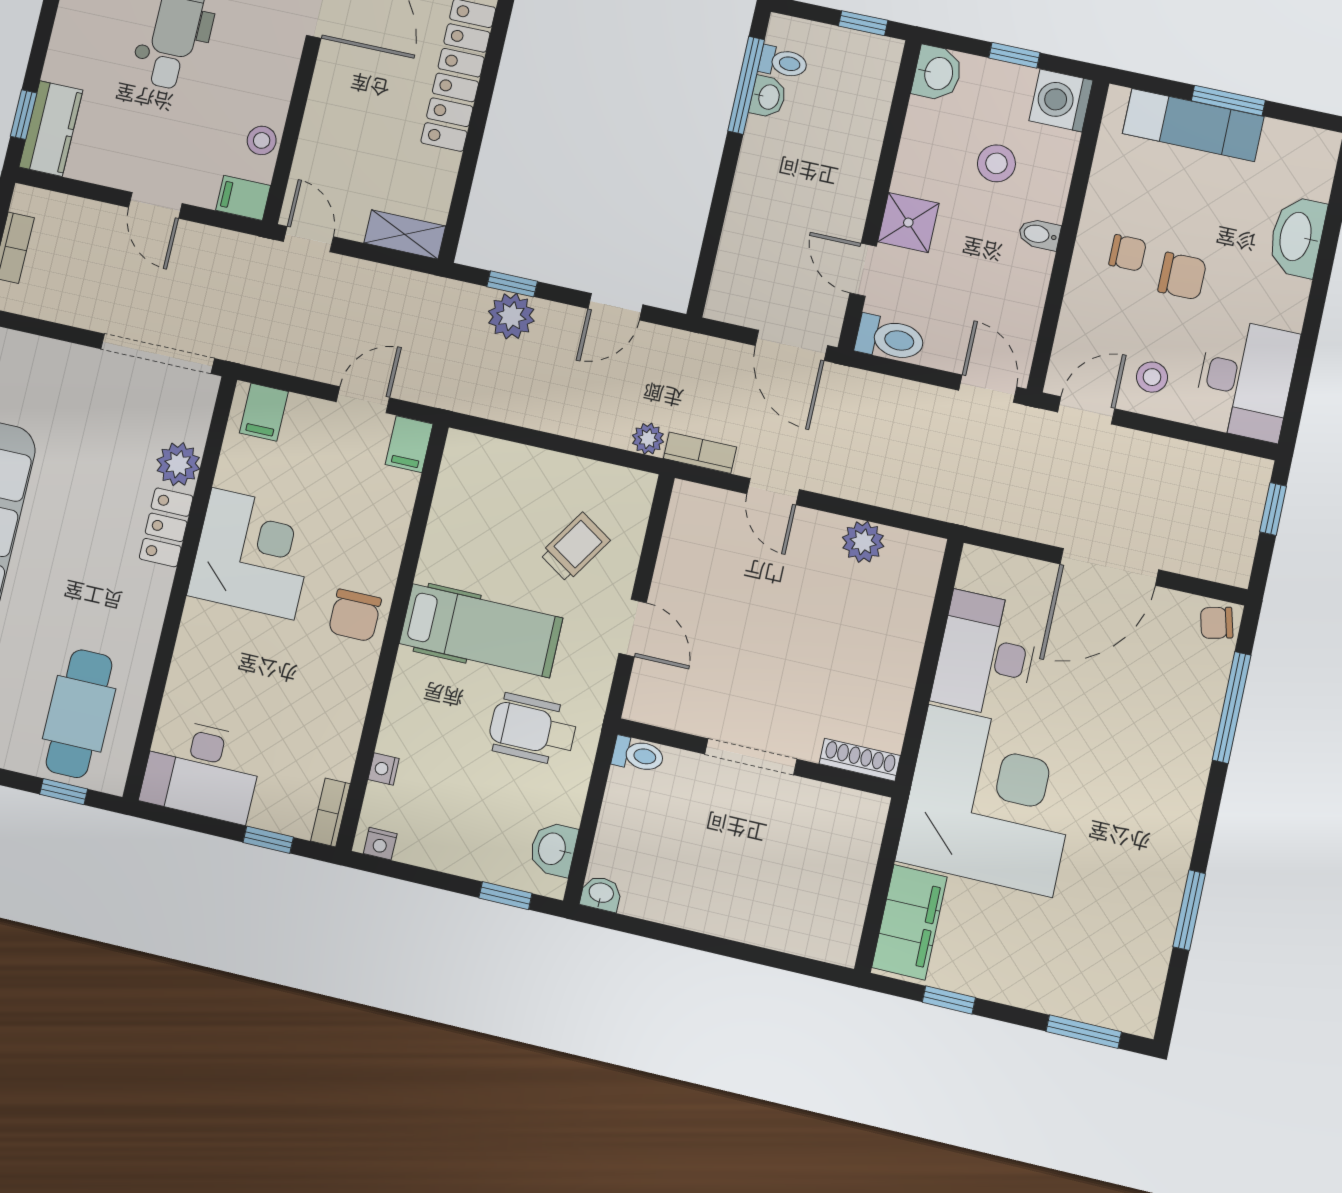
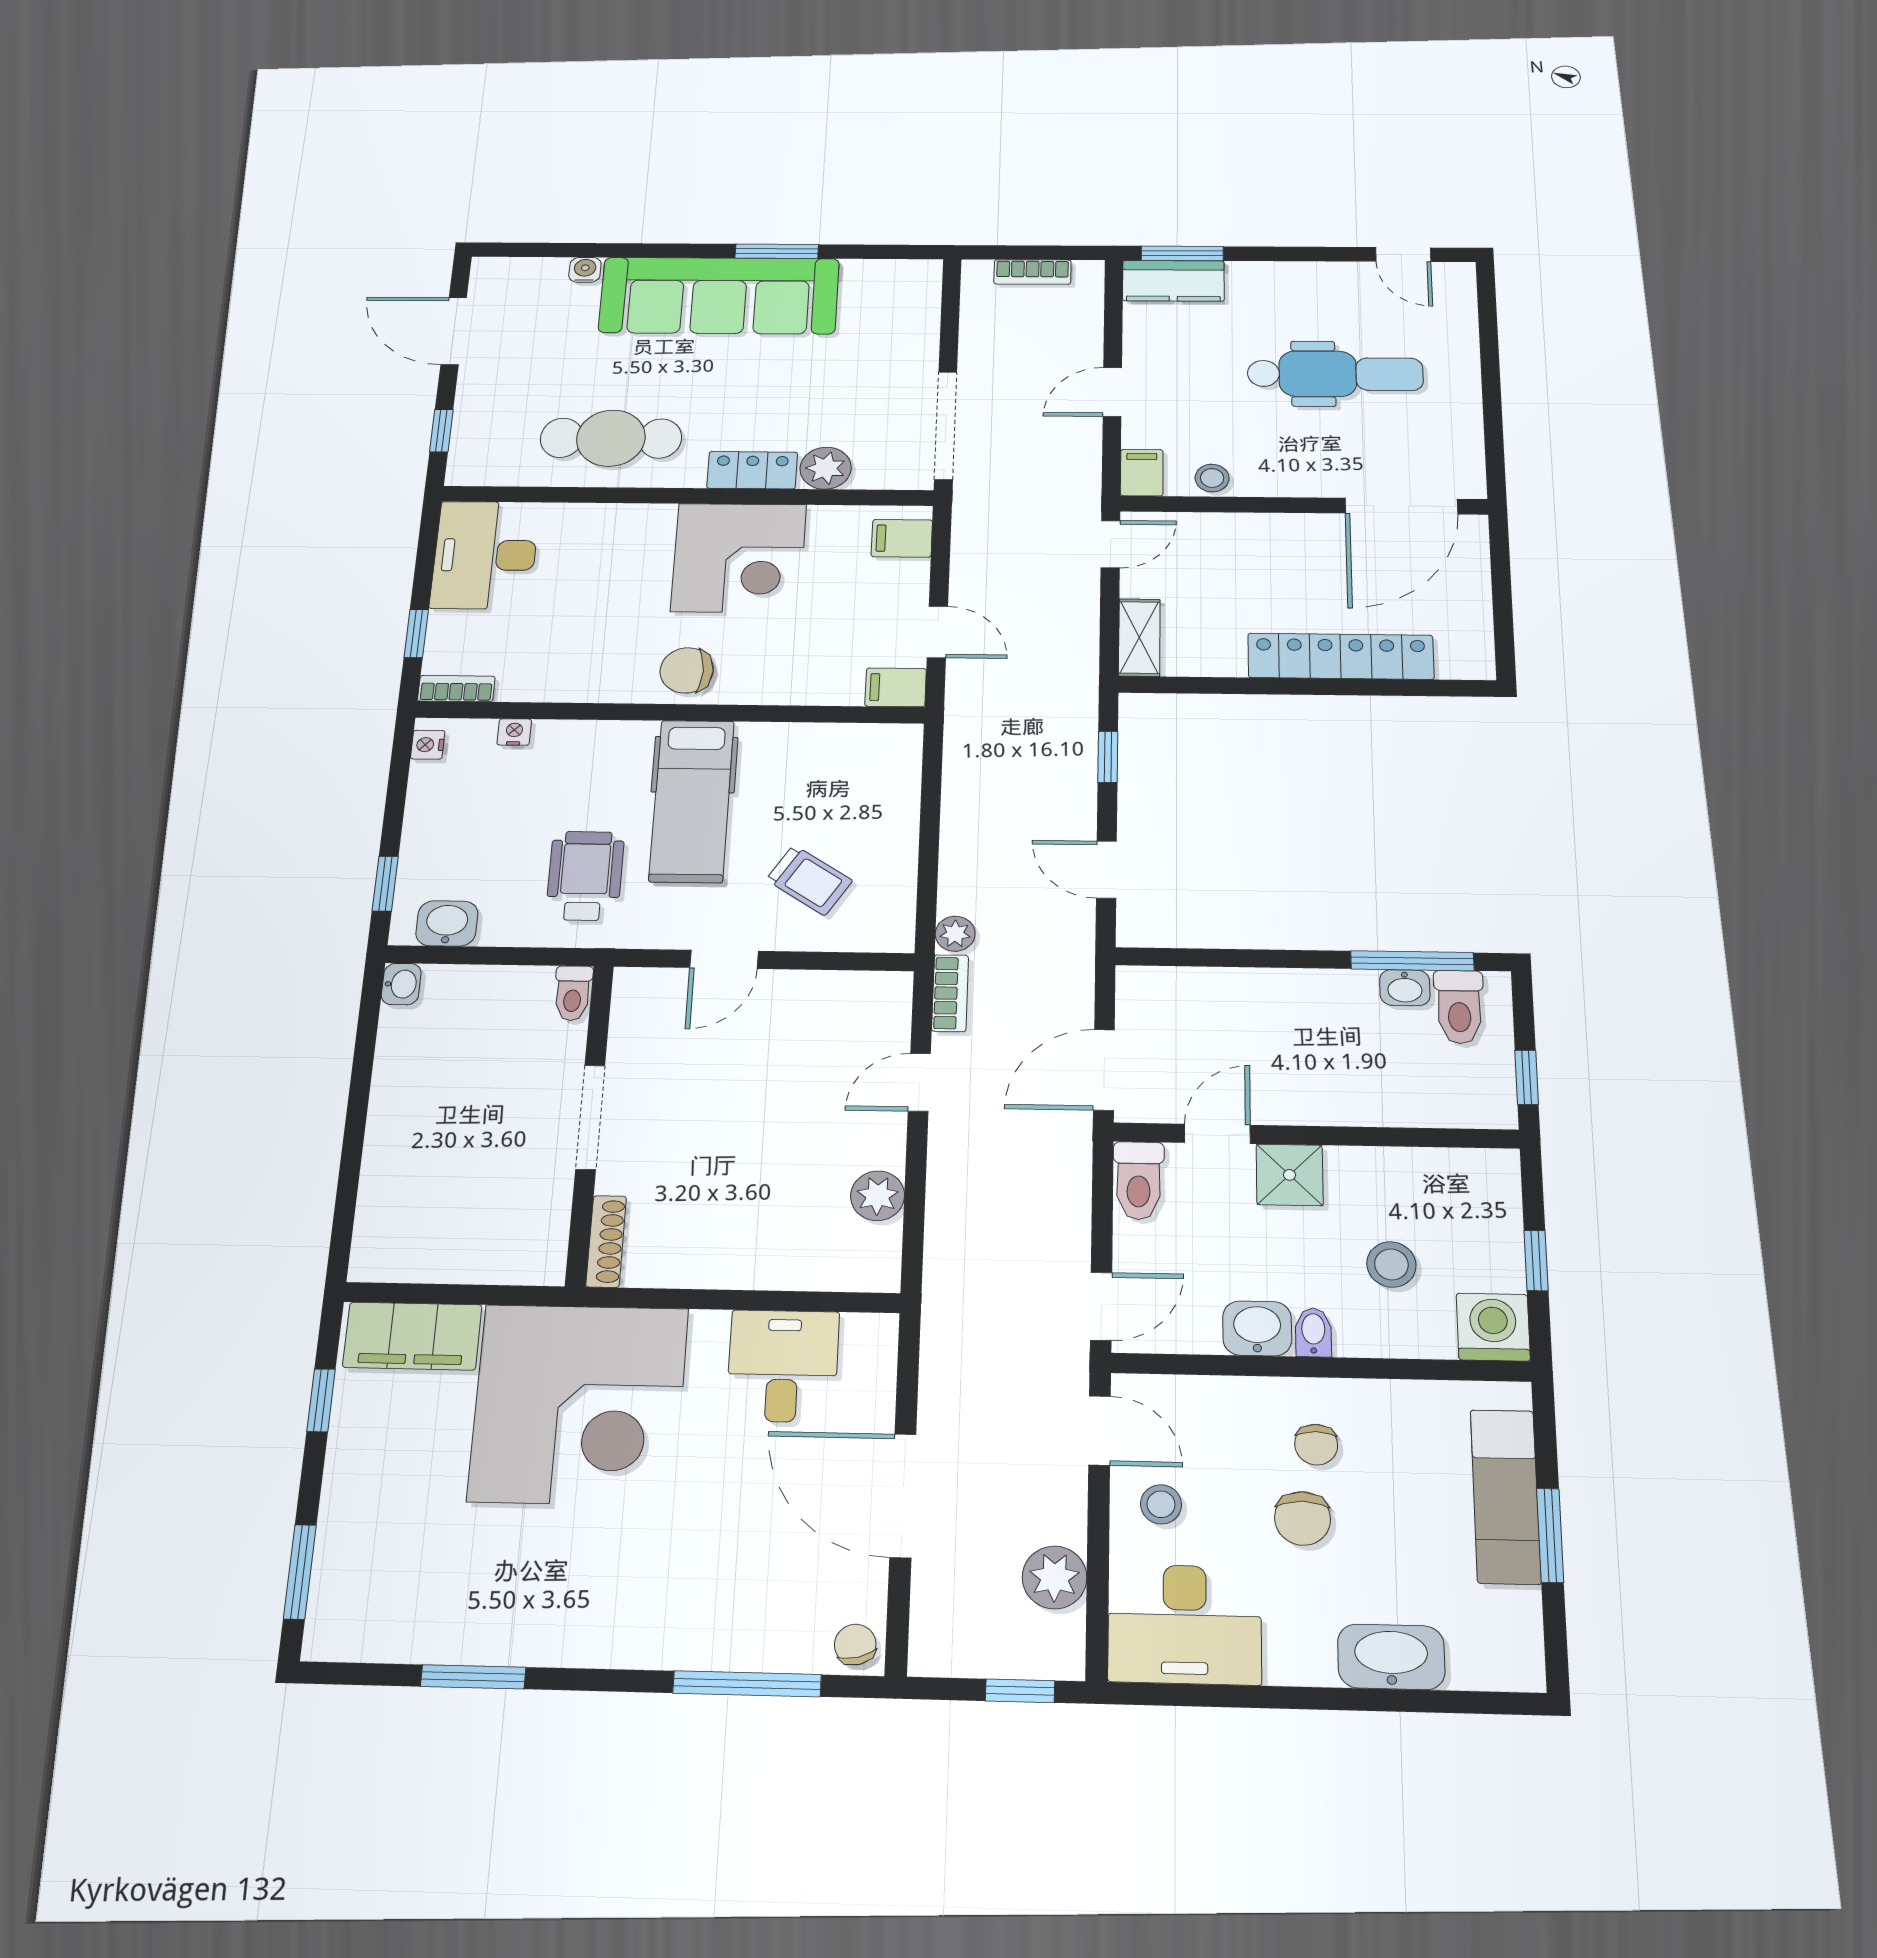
toilet: (783, 62) -> (1459, 1007), width x1.37, depth x1.39
washbasin: (937, 73) -> (1257, 1328), moved, turned 180
window: (24, 115) -> (1182, 253), width x1.50
plant: (511, 316) -> (1055, 1577), moved
desk: (986, 655) -> (783, 1366), width x0.73
cafe table: (79, 714) -> (611, 438), moved

